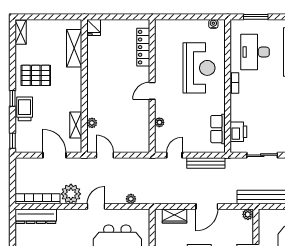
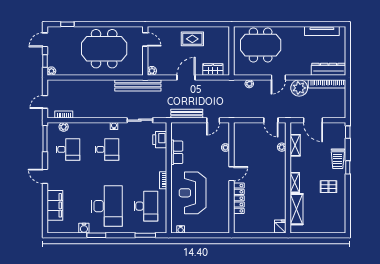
shelving: (21, 32) -> (295, 183), moved
locker: (143, 47) -> (239, 198), moved
pallet: (36, 75) -> (328, 187), width x0.67, depth x0.71
row of seats: (218, 129) -> (177, 152), moved

